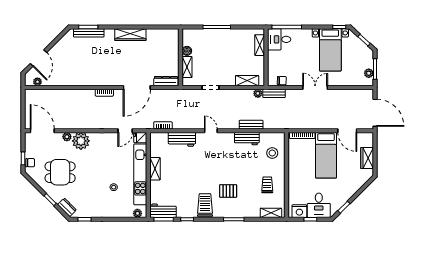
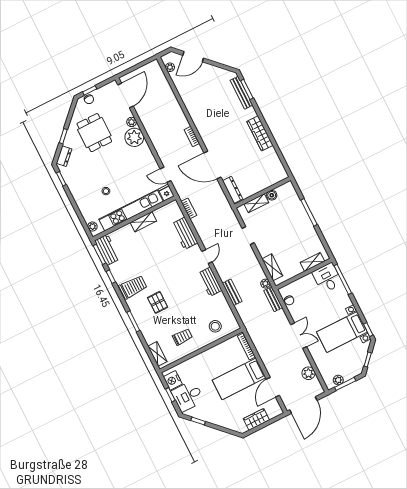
plant: (351, 95) -> (308, 373), added
workbench: (247, 139) -> (210, 282), moved

